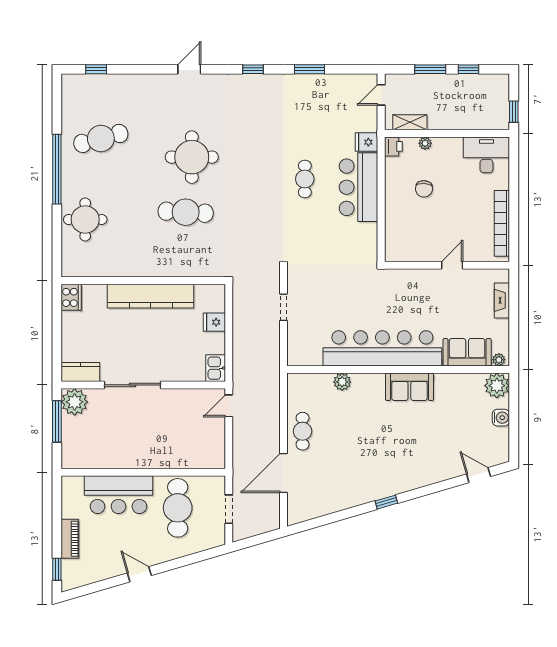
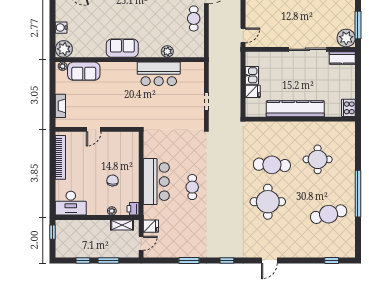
fridge: (367, 142) -> (151, 226), moved
round table: (85, 219) -> (318, 159), moved
bar counter: (382, 348) -> (159, 74), width x0.54
kitchen sink: (216, 368) -> (252, 75), moved

